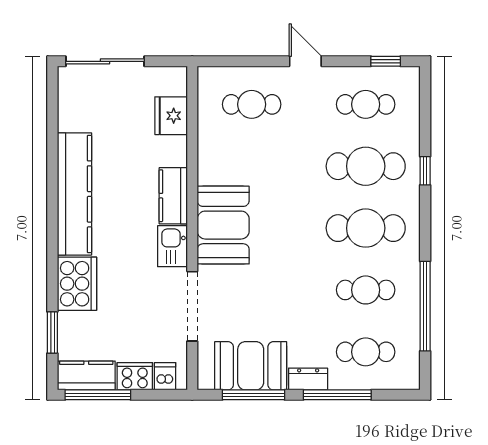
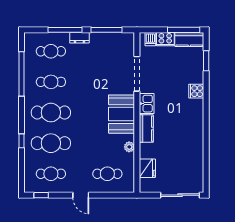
plant: (208, 159) -> (129, 147), added
kitchen counter: (74, 194) -> (195, 129), removed
cooker: (77, 284) -> (196, 91), width x0.53, depth x0.76
booth: (251, 366) -> (108, 44), removed

